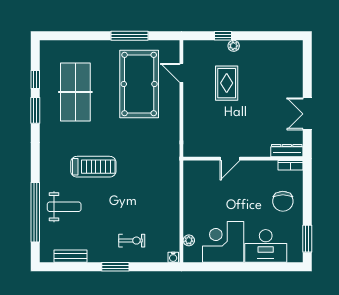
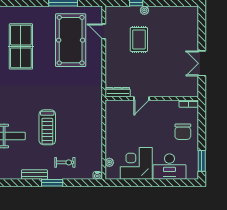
dresser: (287, 151) -> (118, 92), moved
treadmill: (93, 167) -> (47, 127), moved, turned 90
bench: (71, 256) -> (34, 174), moved

